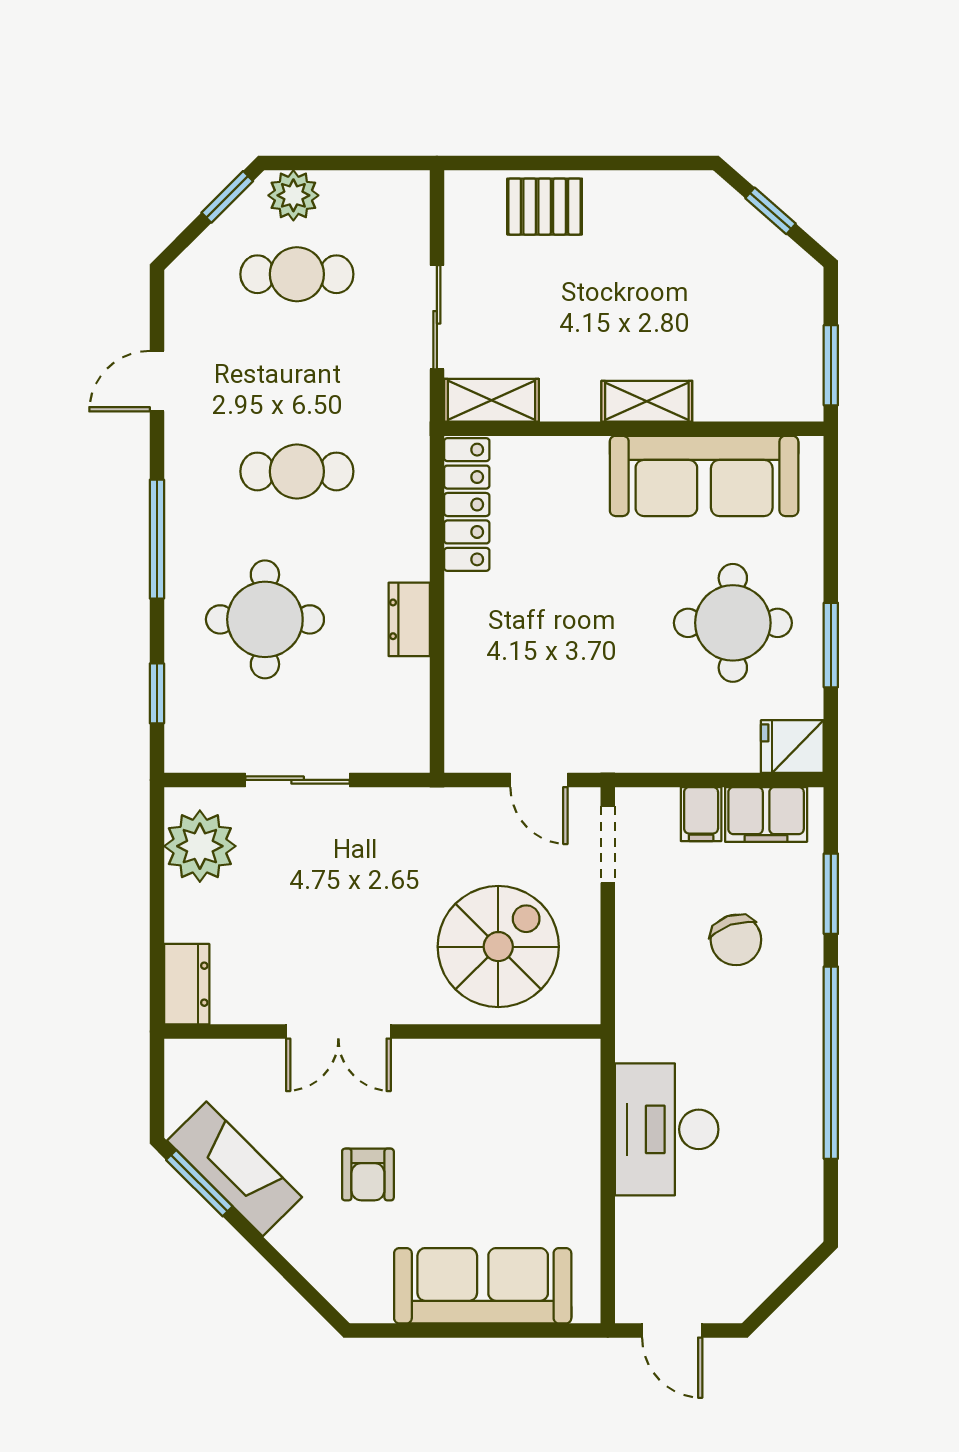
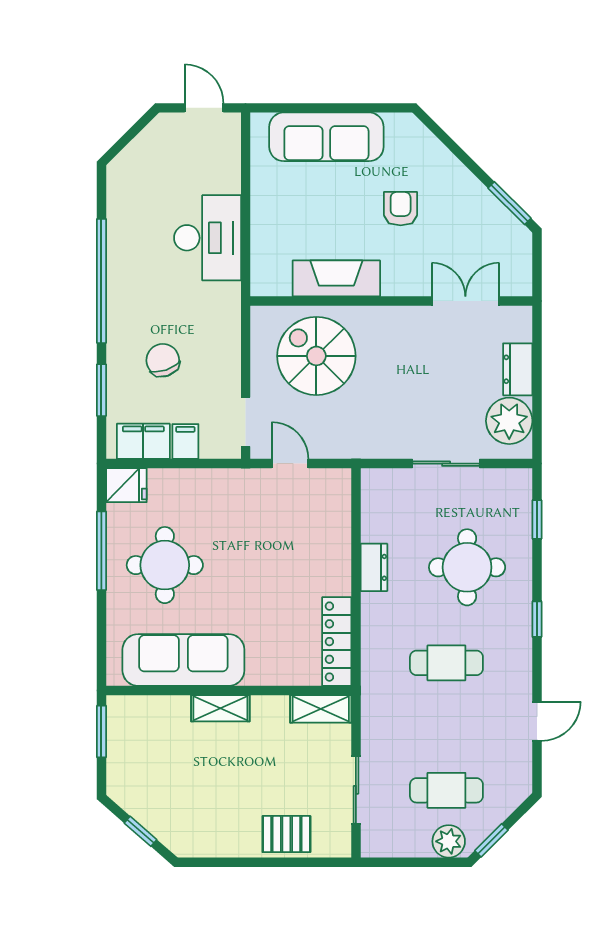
sliding door: (437, 317) -> (356, 790), moved
window: (157, 539) -> (537, 619), width x0.46
window: (831, 645) -> (101, 551), width x1.44
spiral stairs: (498, 947) -> (316, 356), turned 90
dresser: (187, 984) -> (518, 369), moved
double door: (338, 1031) -> (465, 301), moved
fireplace: (235, 1169) -> (336, 278), moved, turned 135

